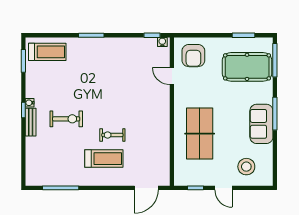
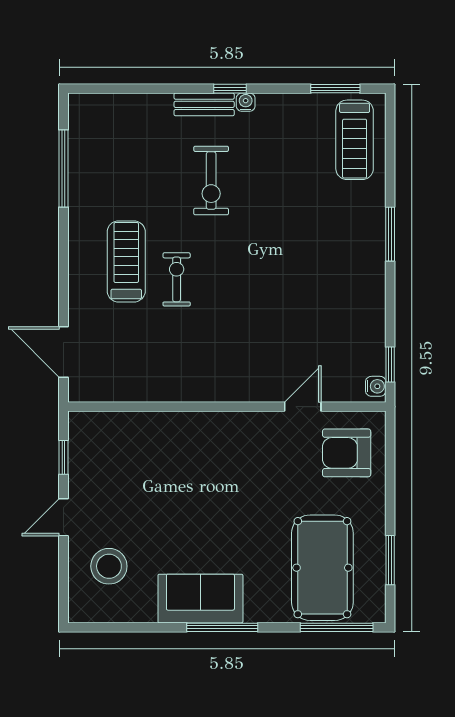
table tennis table: (200, 134) -> (180, 466), removed
treadmill: (104, 159) -> (126, 261), turned 180

